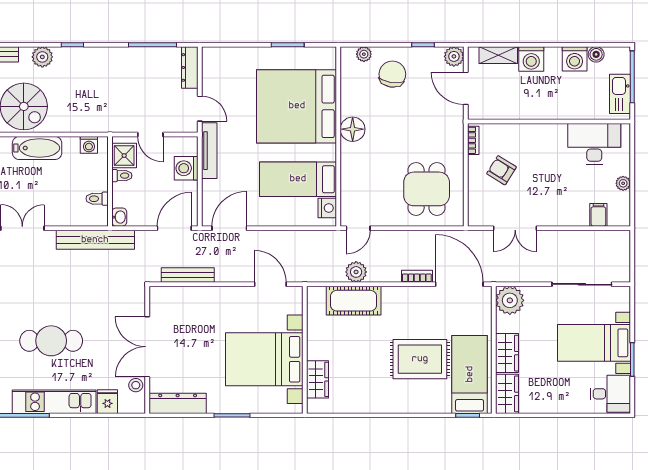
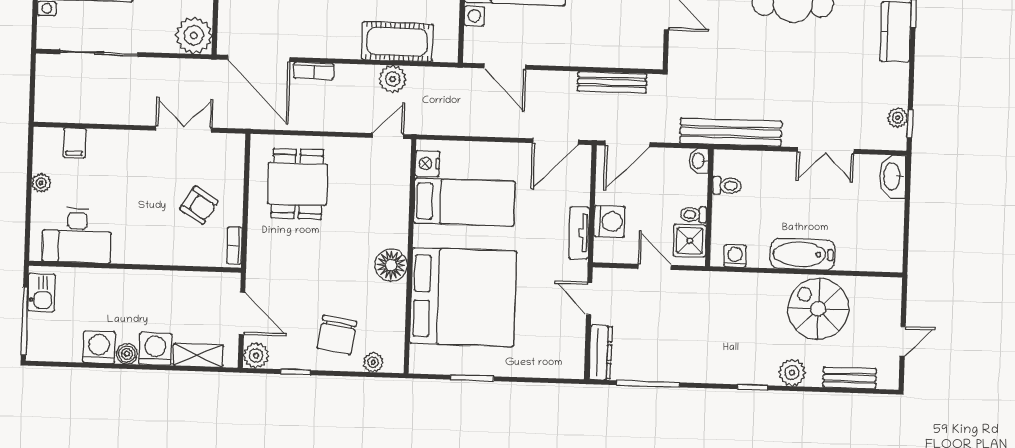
boiler: (596, 54) -> (127, 354), moved
kitchen sink: (620, 94) -> (42, 293), width x0.73
tv unit: (209, 151) -> (579, 233), width x0.71

